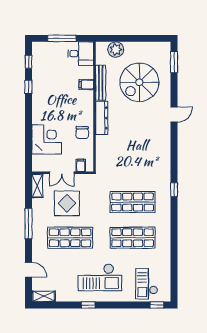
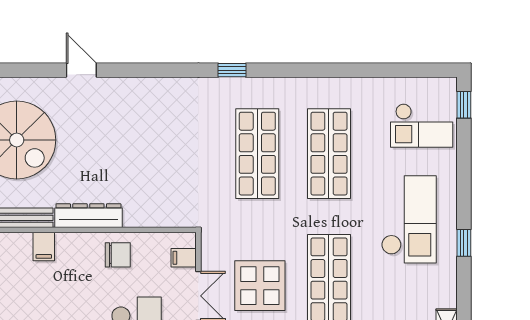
filing cabinet: (86, 85) -> (44, 246), moved

